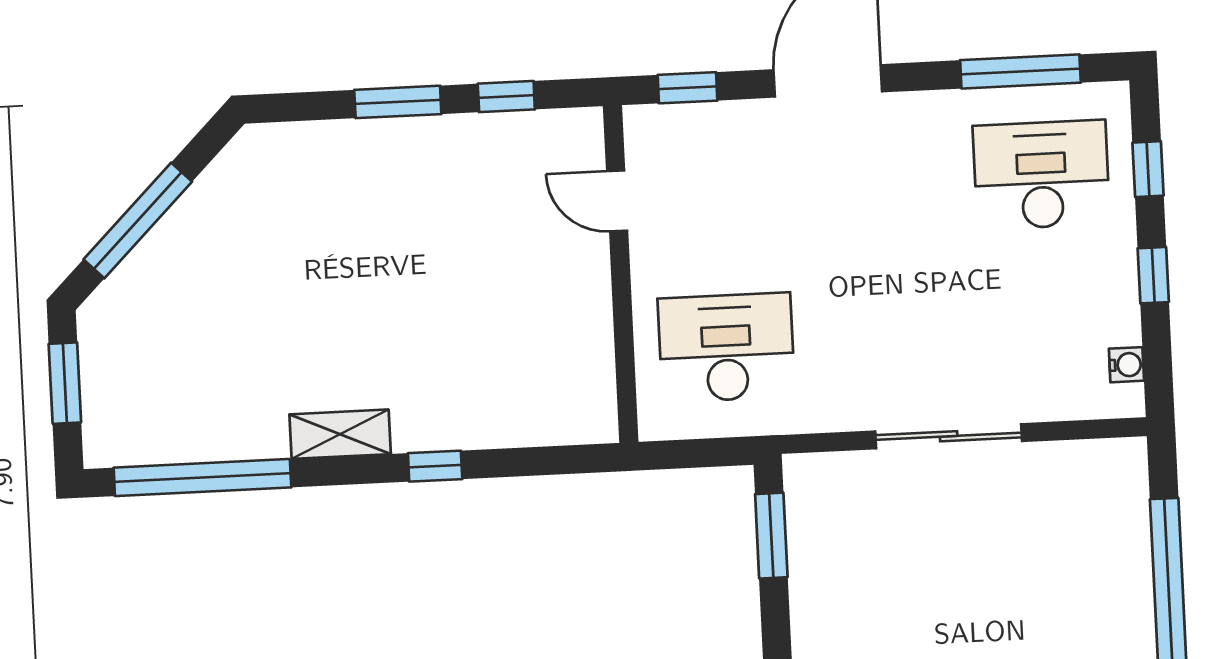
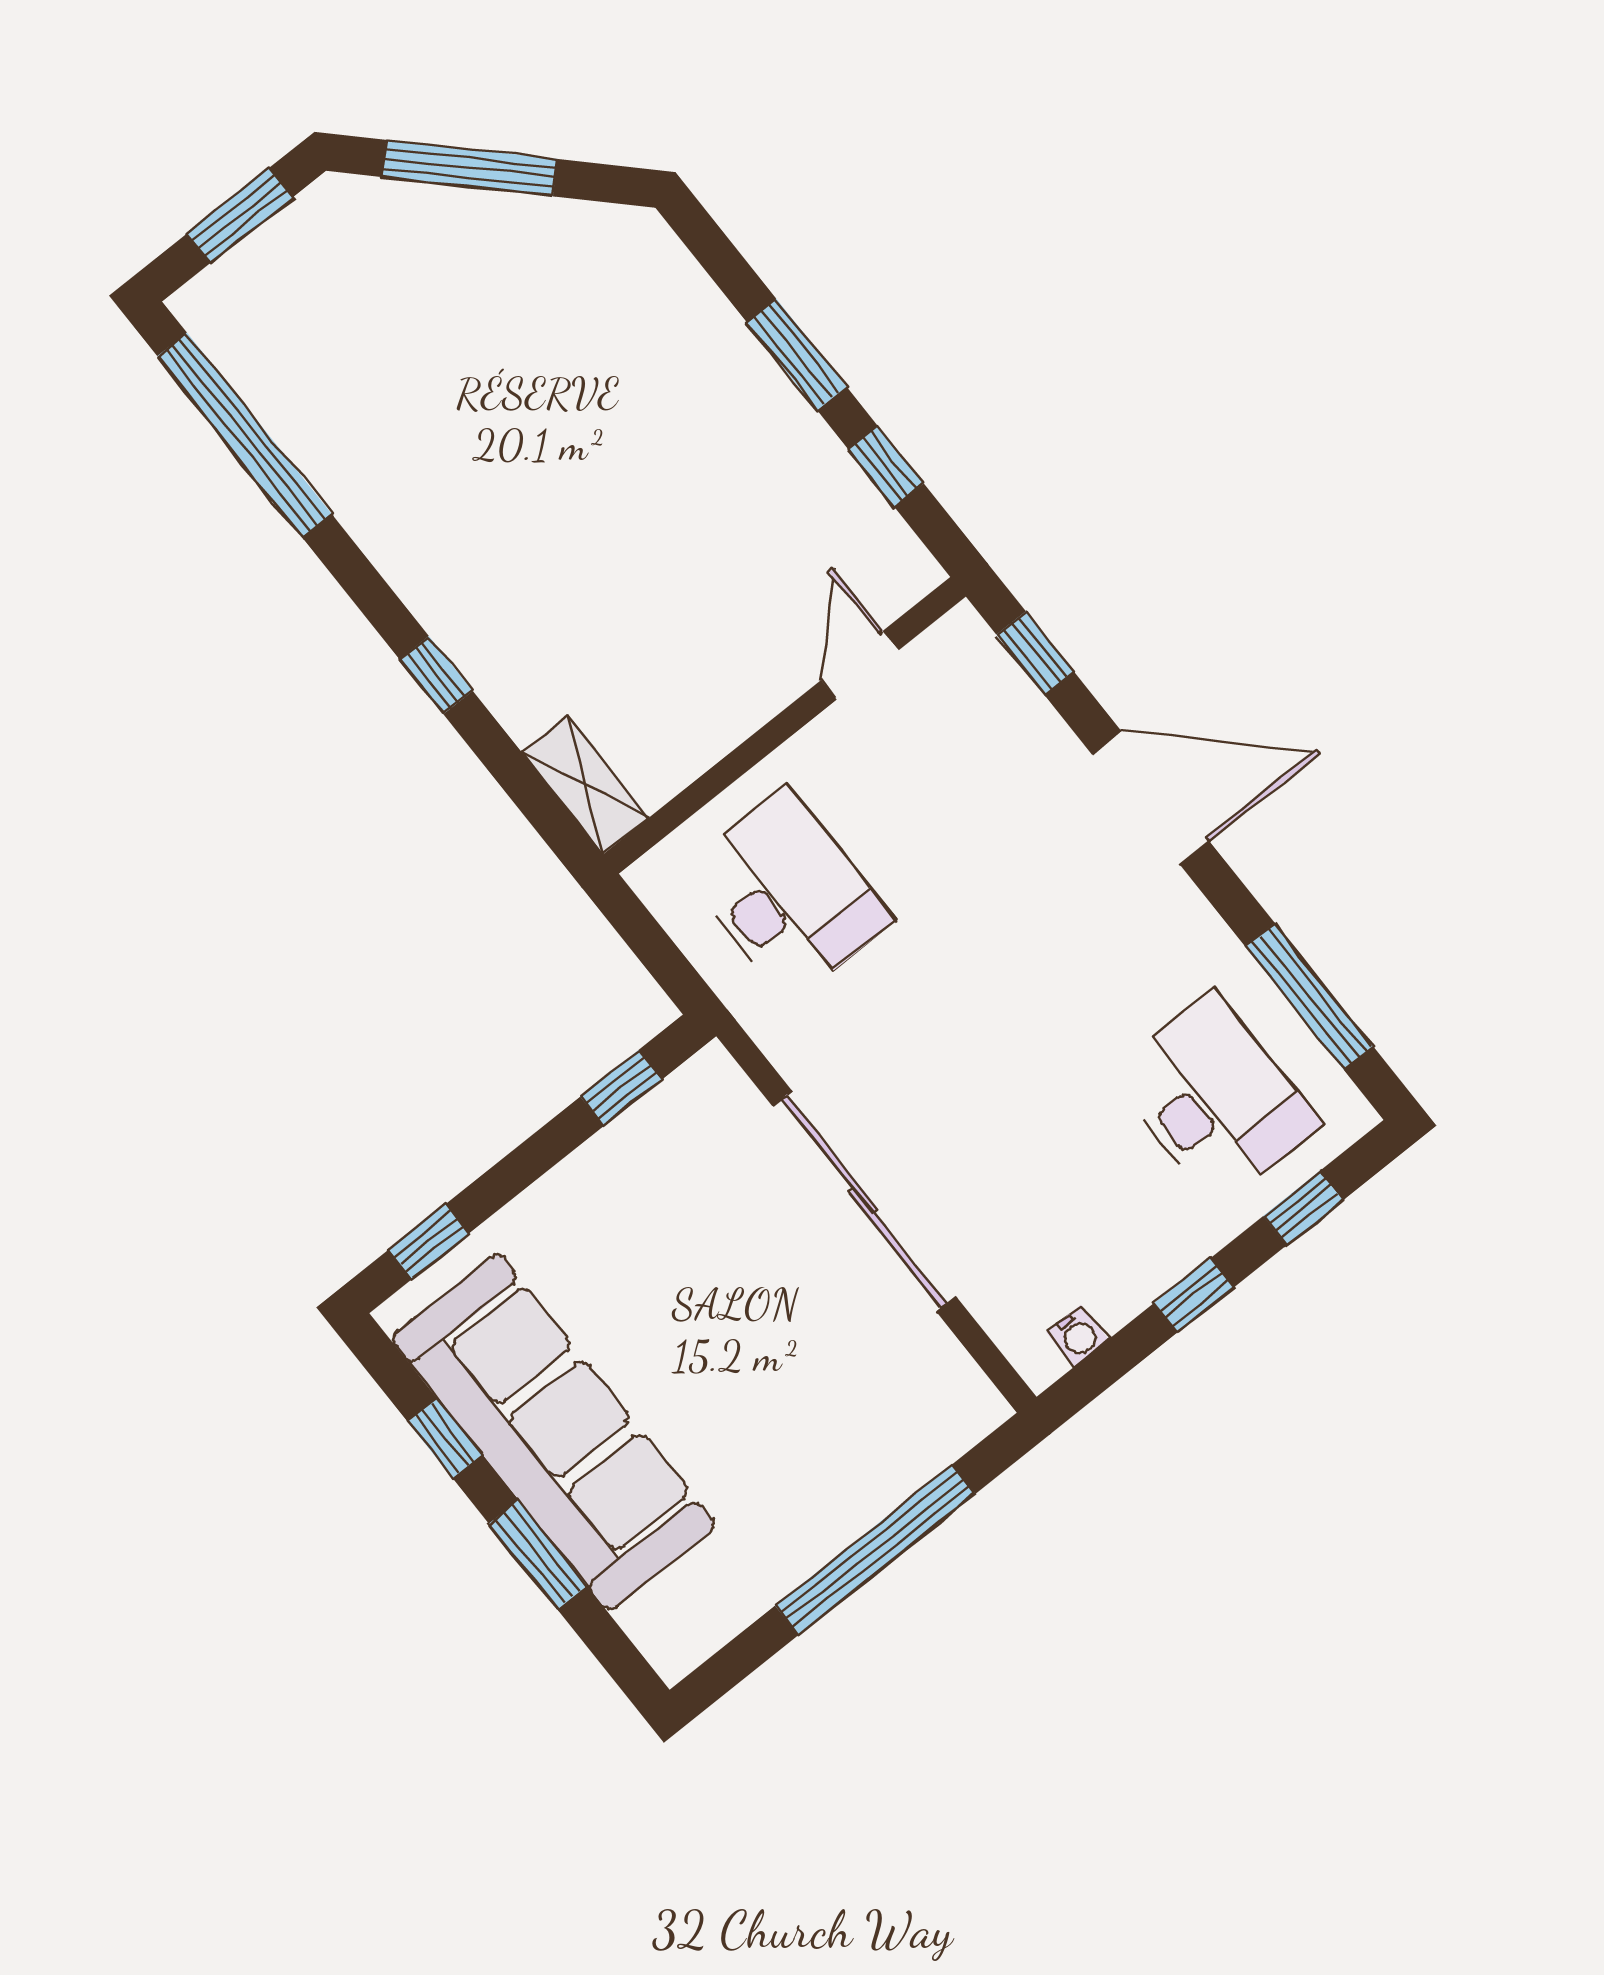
shelving: (340, 434) -> (585, 785), moved
sliding door: (949, 436) -> (864, 1201), width x1.36
window: (771, 536) -> (621, 1088), width x0.67

